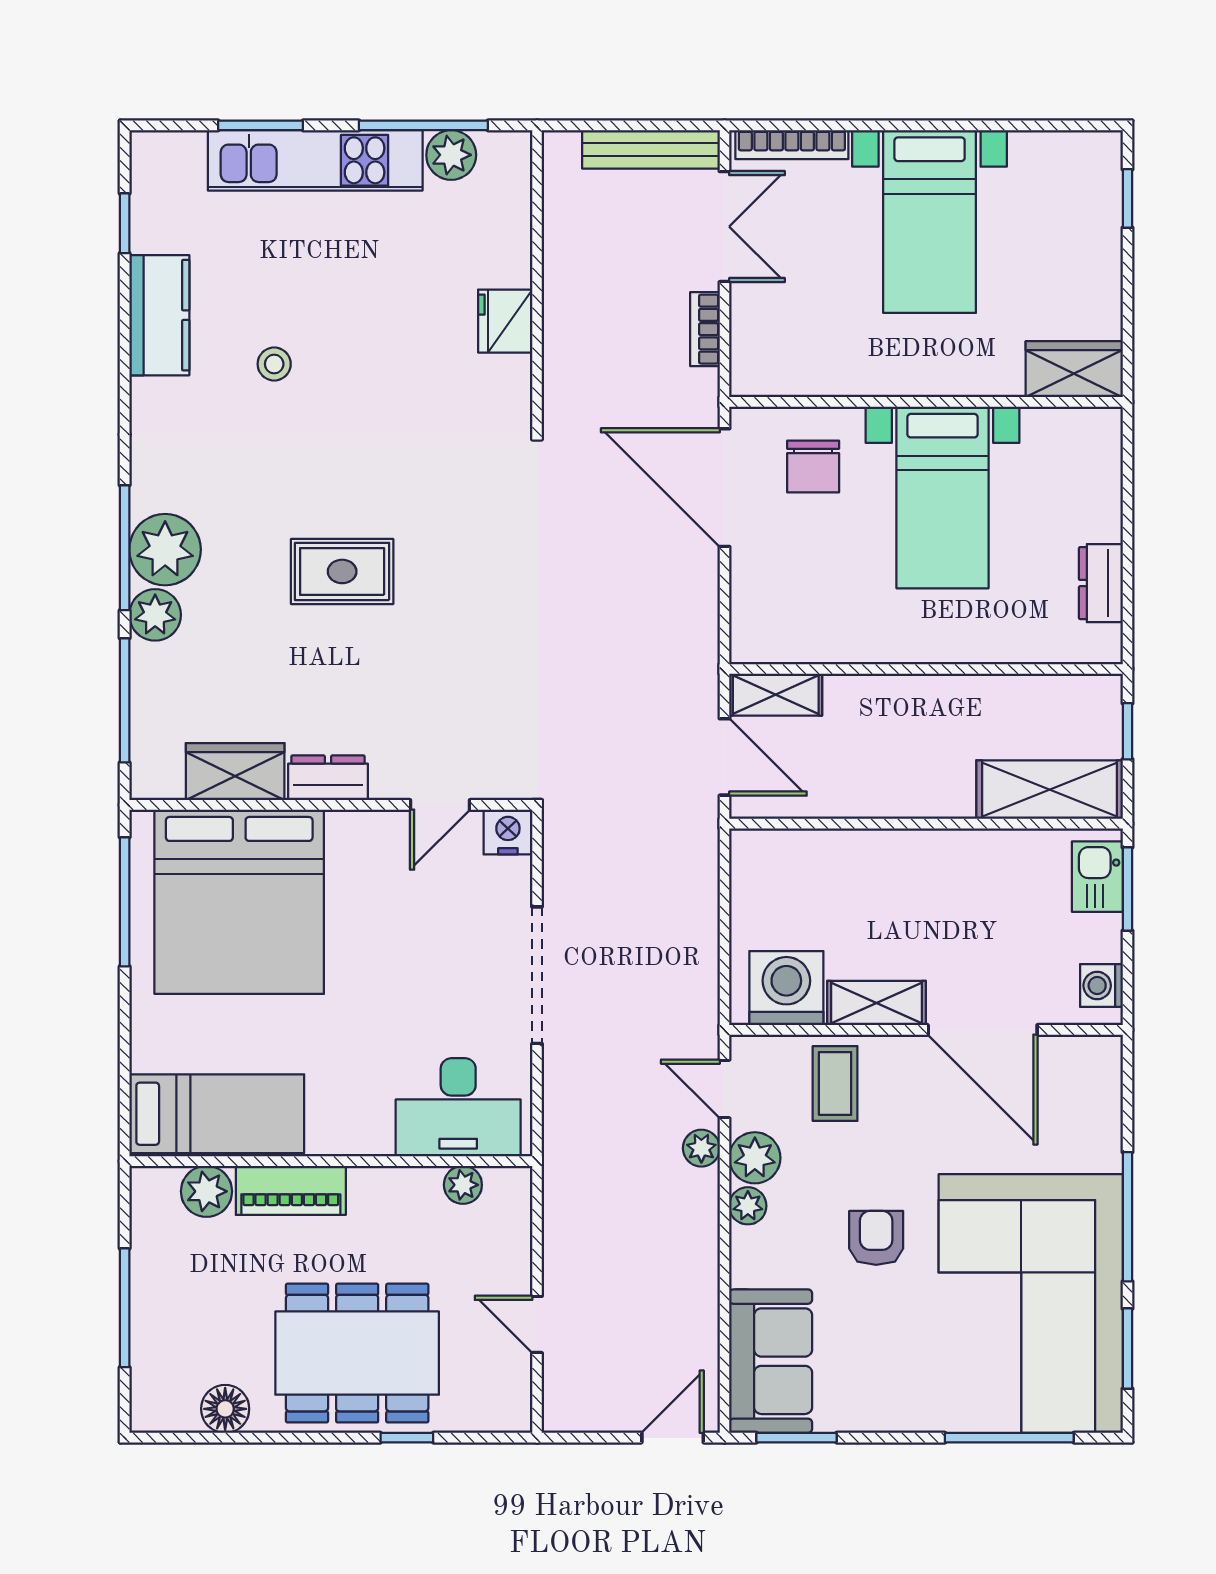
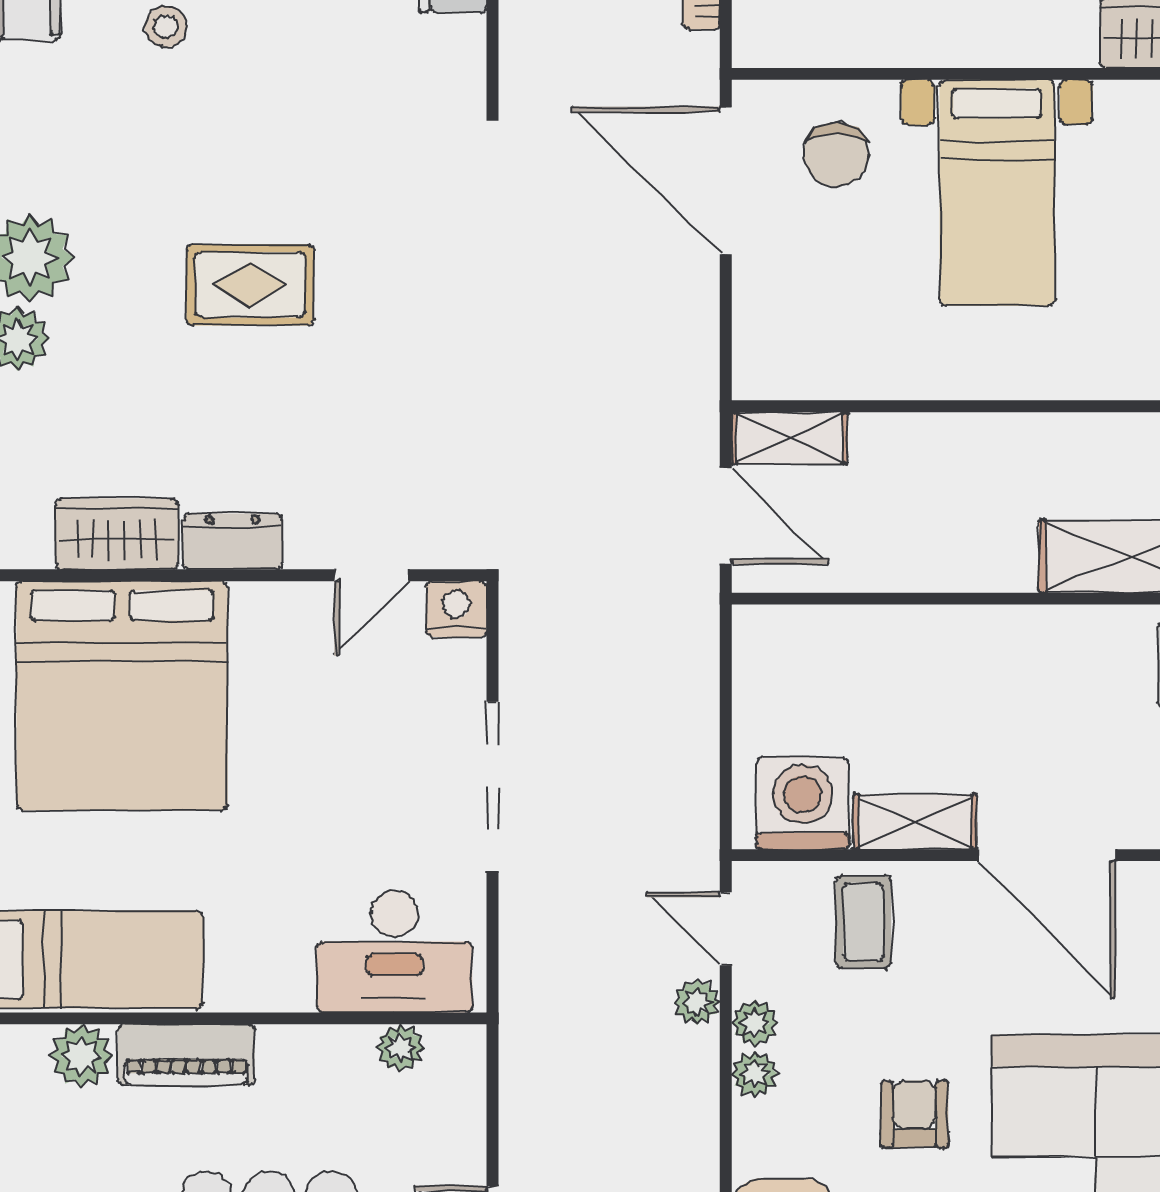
plant: (755, 1158) -> (755, 1023), width x0.73, depth x0.73

